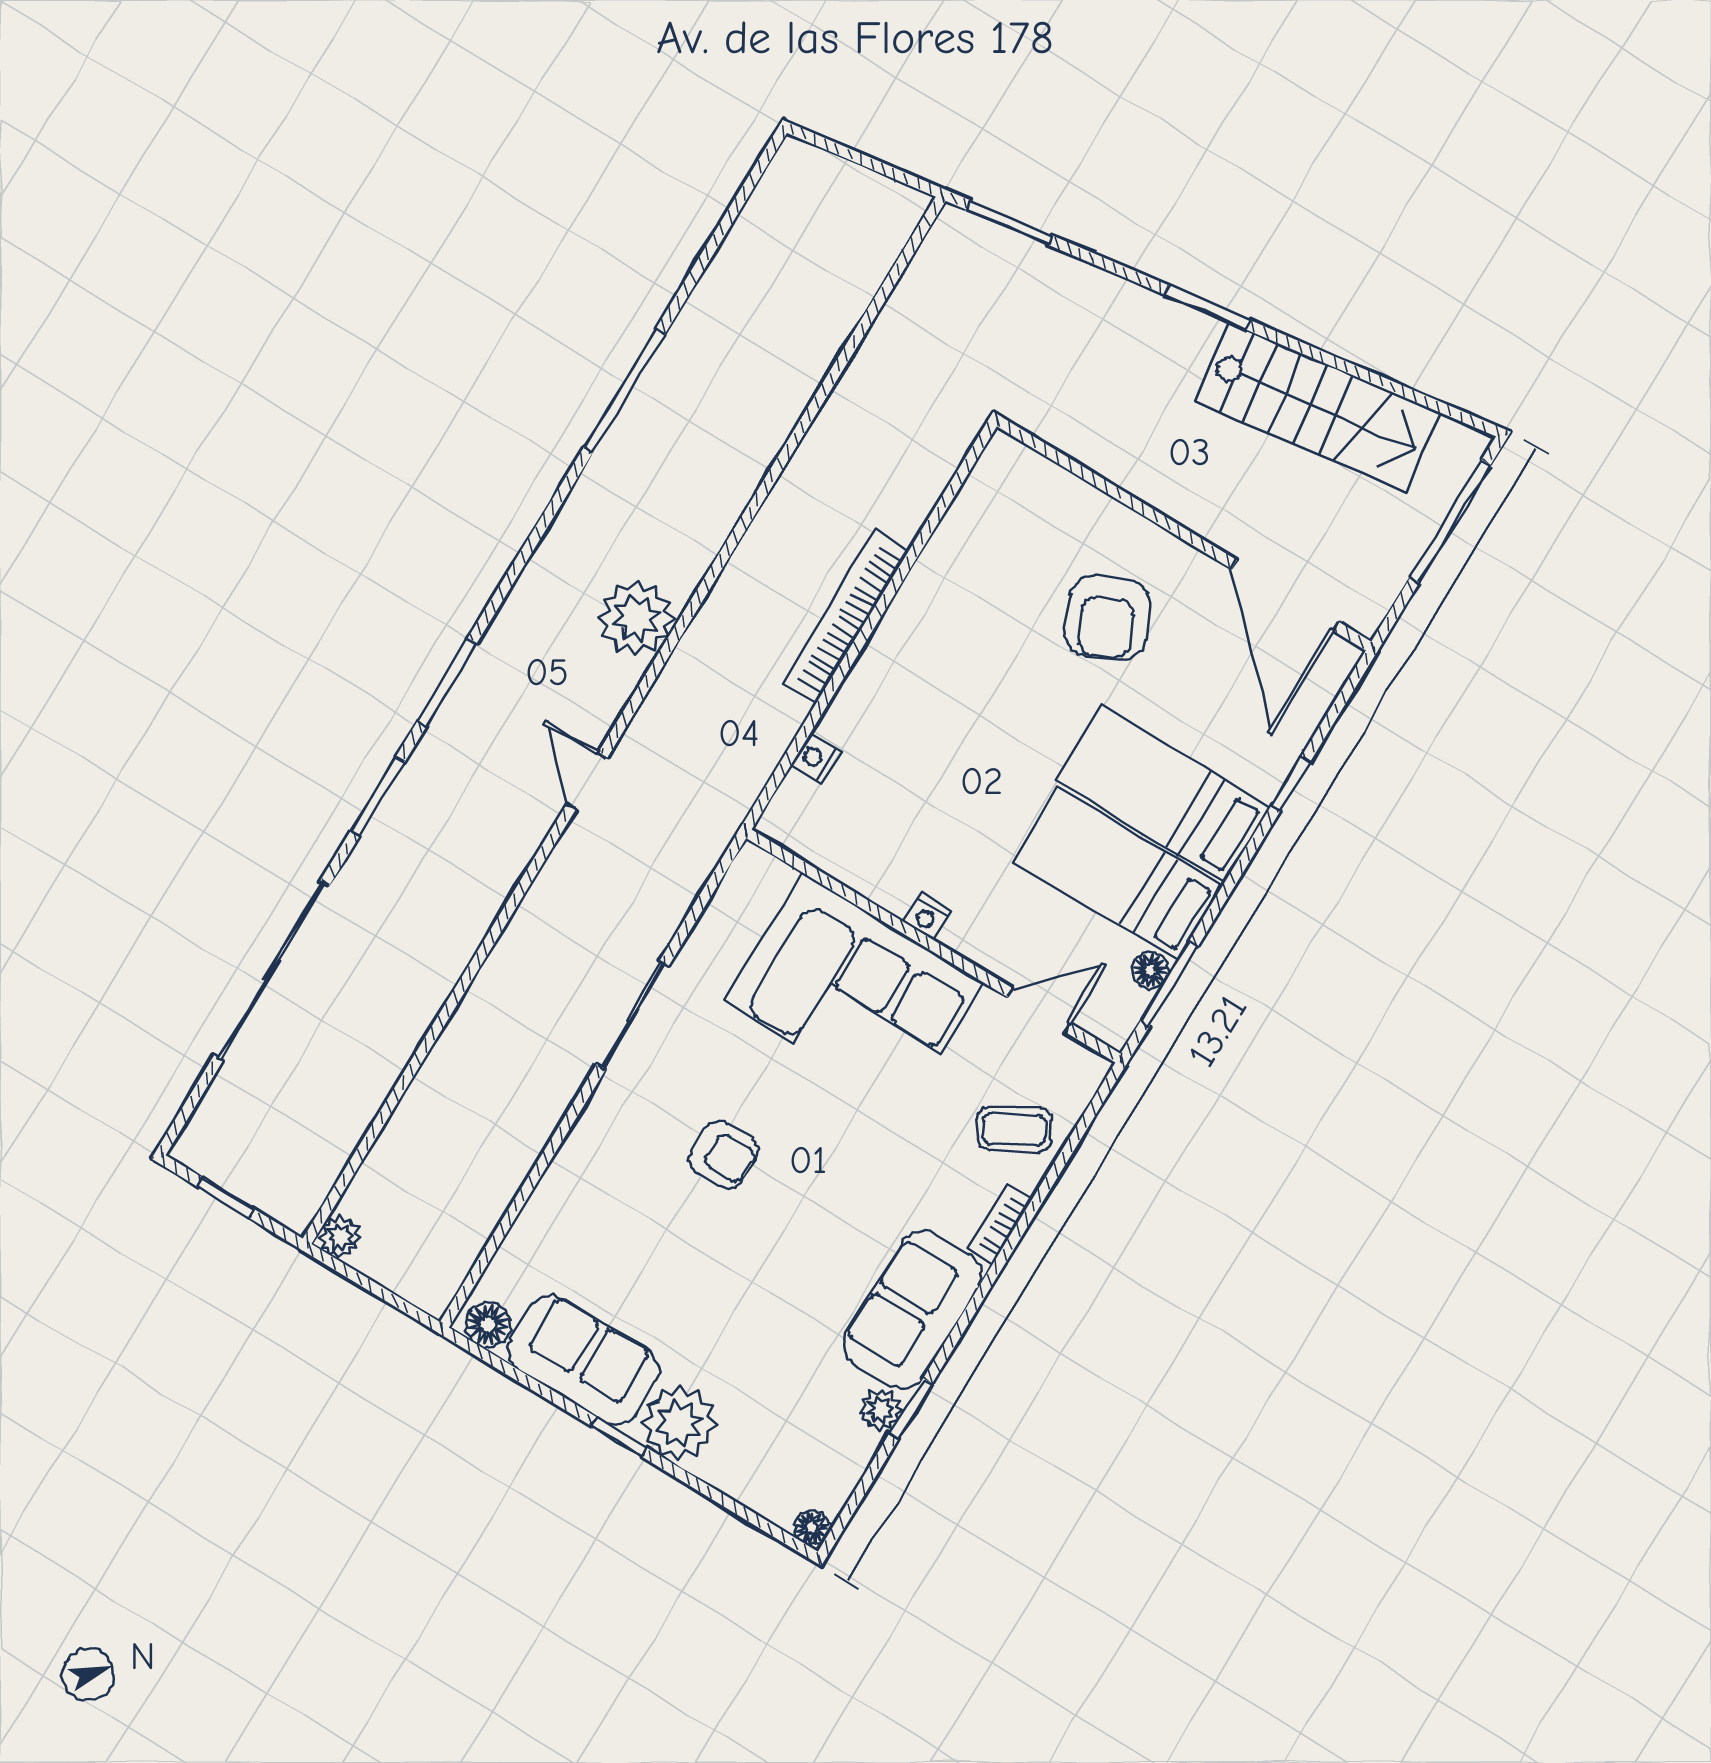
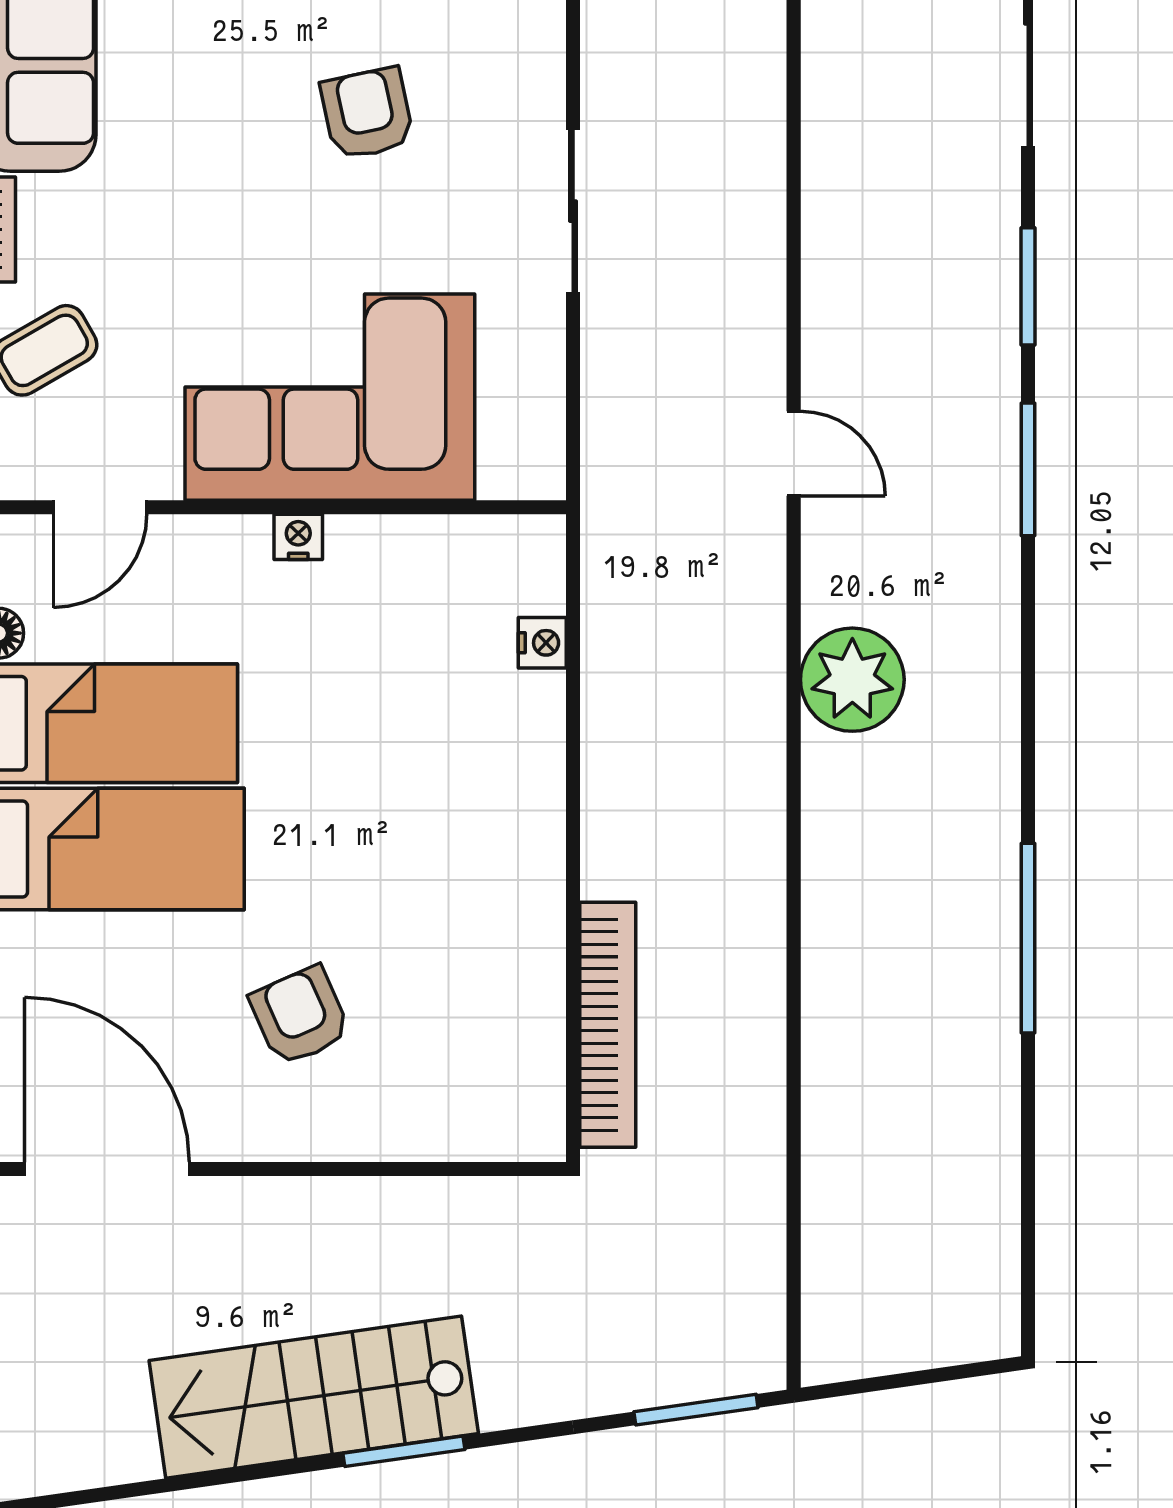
stairs: (1318, 407) -> (314, 1397), moved
bookcase: (845, 617) -> (608, 1025), moved
armchair: (1107, 618) -> (300, 1016), width x0.72, depth x0.72
armchair: (724, 1154) -> (367, 113), turned 78

